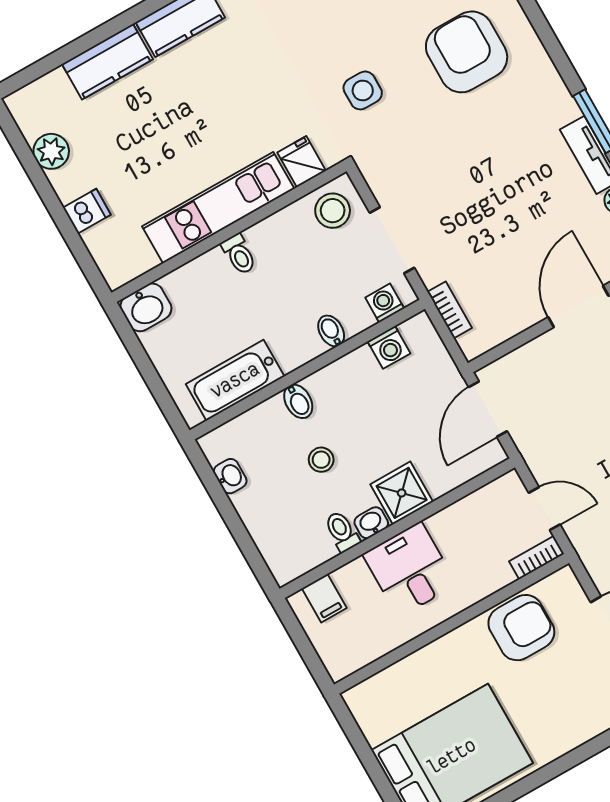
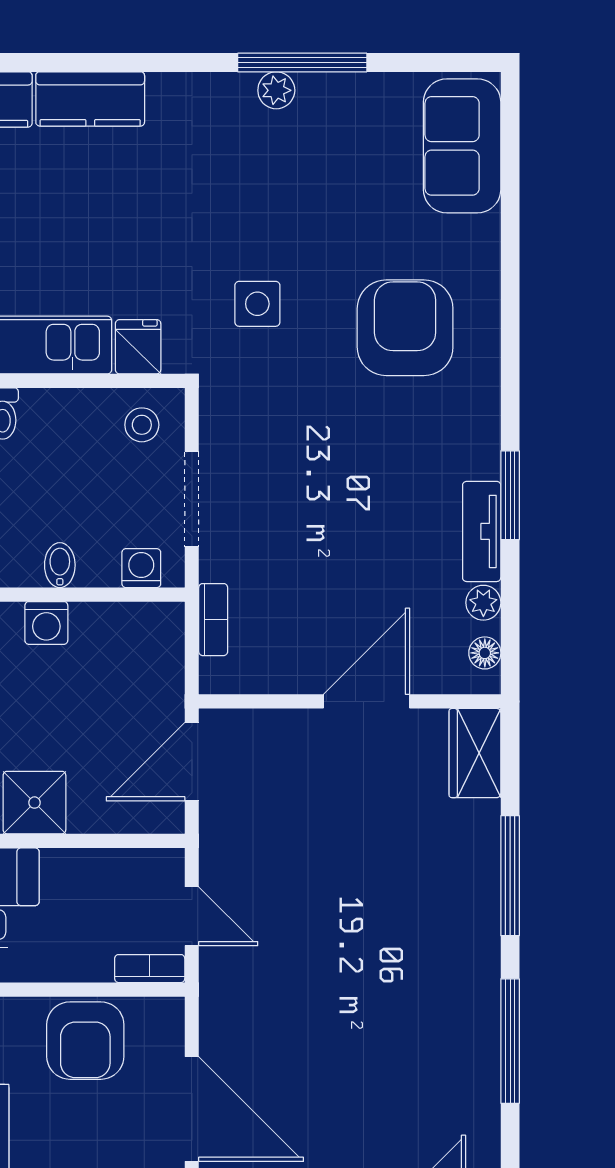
stool: (333, 211) -> (142, 425), width x0.73, depth x0.73
washing machine: (389, 347) -> (46, 623), moved
armchair: (521, 628) -> (85, 1041), turned 90

